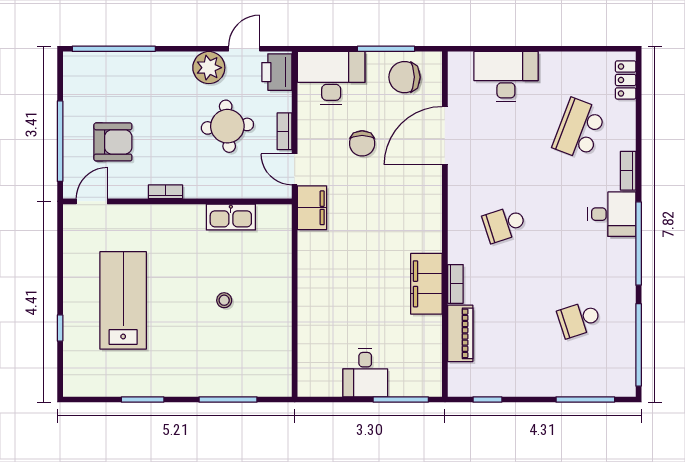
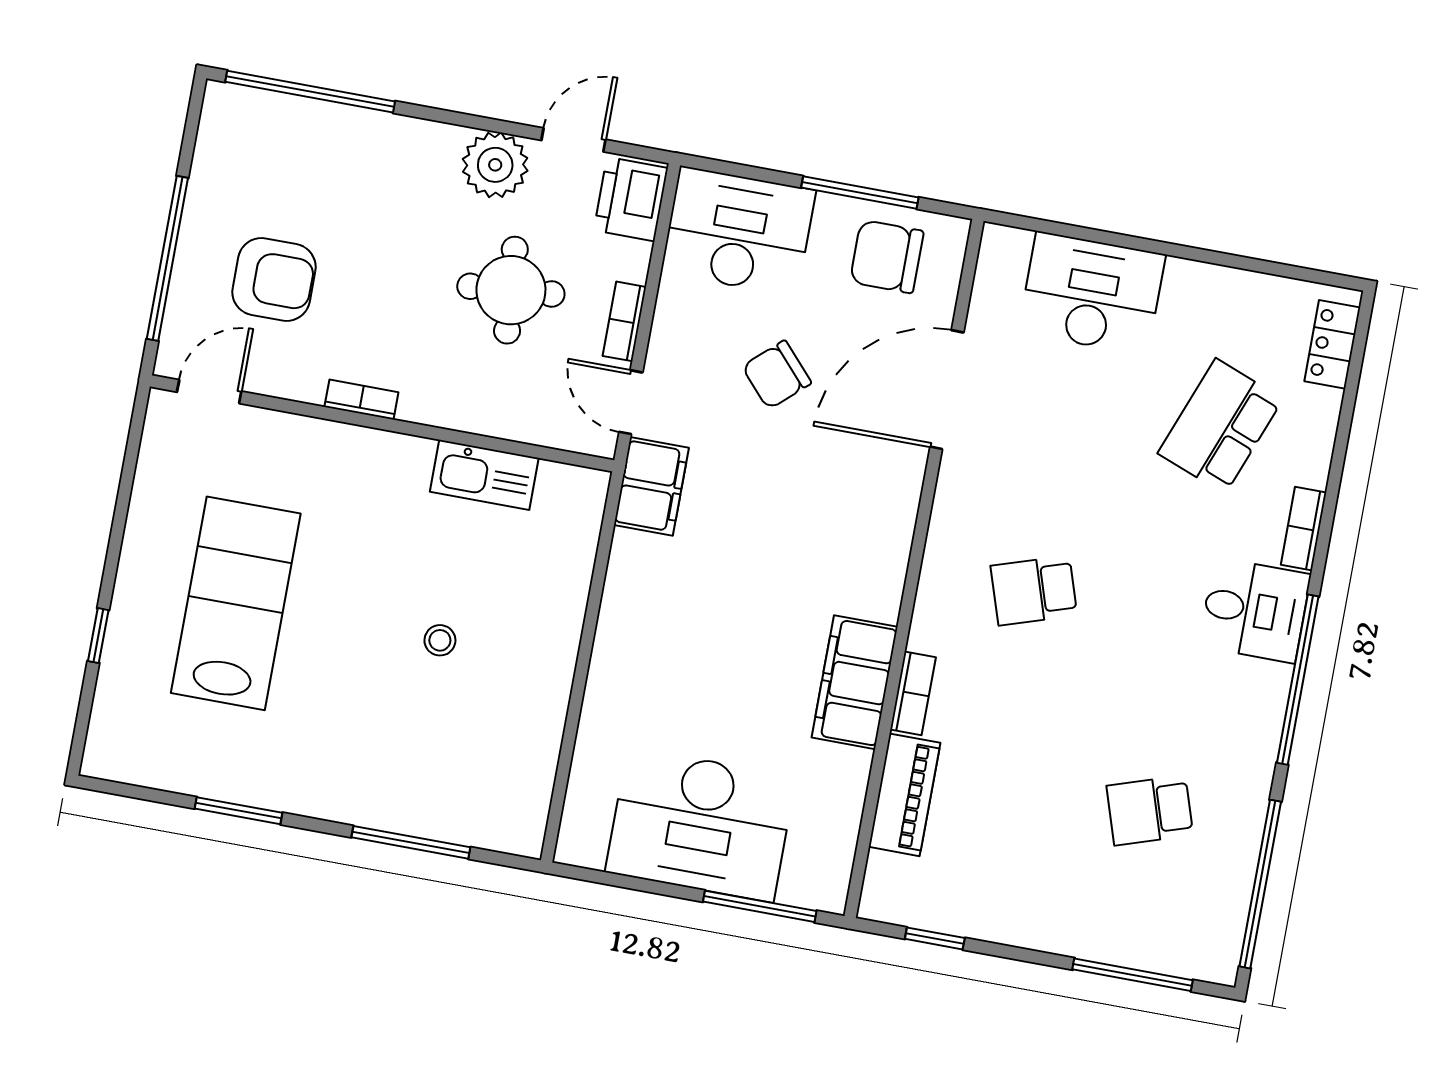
chair: (362, 143) -> (777, 375), turned 48
desk: (365, 373) -> (701, 824), width x1.87, depth x1.30

